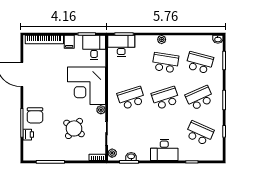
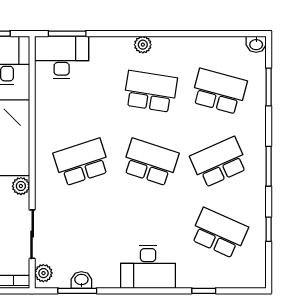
school desk: (165, 98) -> (150, 162), turned 36

